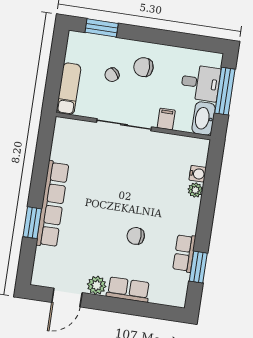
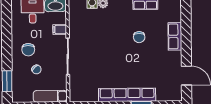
plant: (97, 285) -> (175, 57), removed

